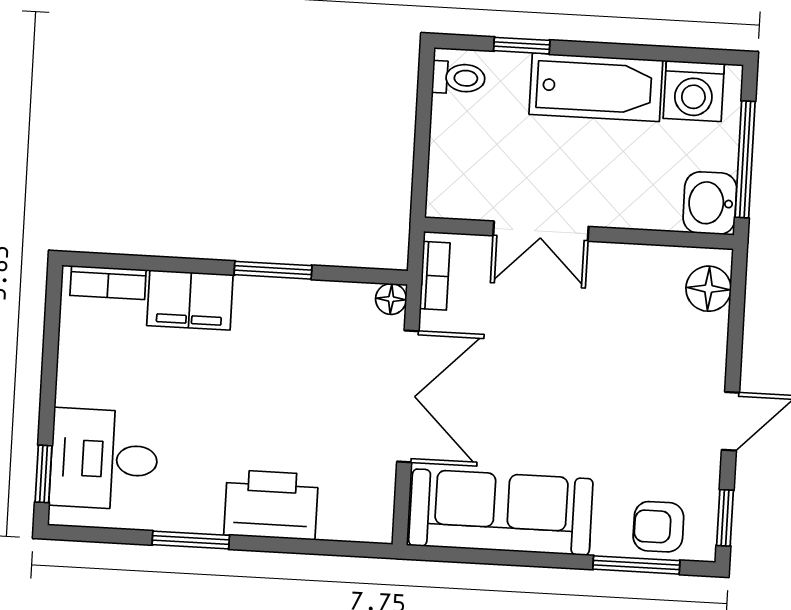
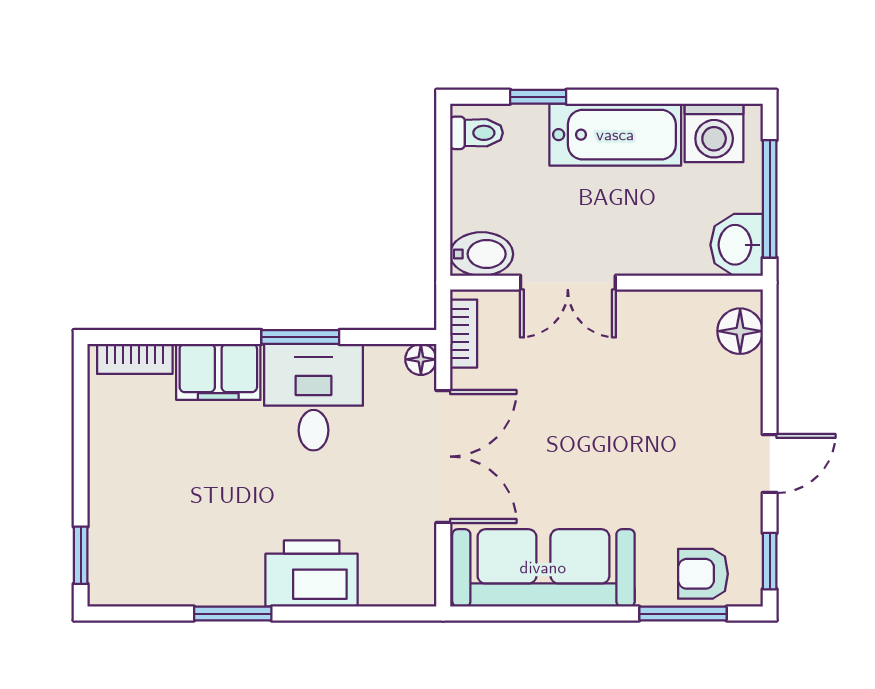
bidet: (457, 198) -> (482, 254), added
desk: (104, 459) -> (313, 397), moved, turned 90

